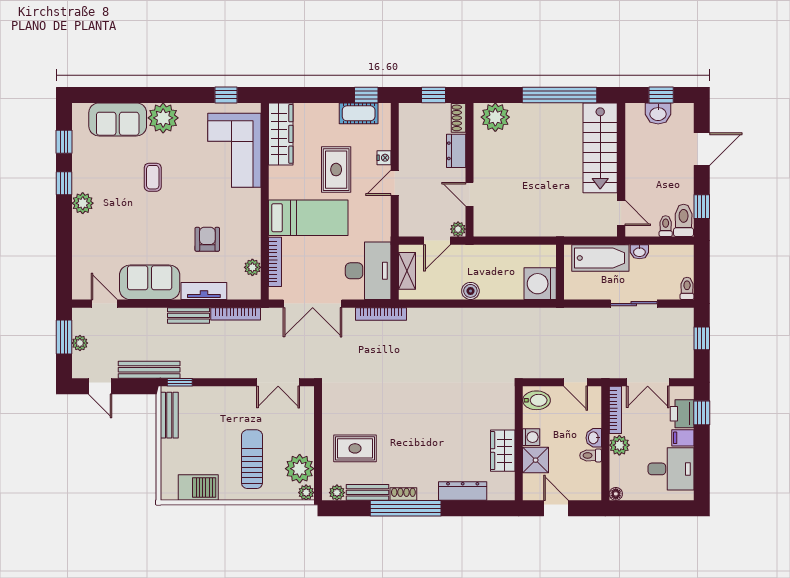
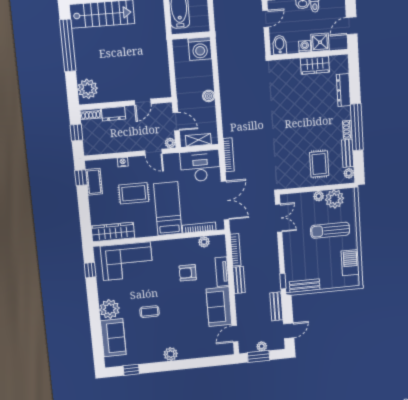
window: (64, 183) -> (159, 367), removed
door: (395, 183) -> (153, 152), moved
plant: (458, 229) -> (170, 143), moved
bench: (149, 370) -> (276, 306), width x0.73
plant: (306, 493) -> (319, 196), moved

